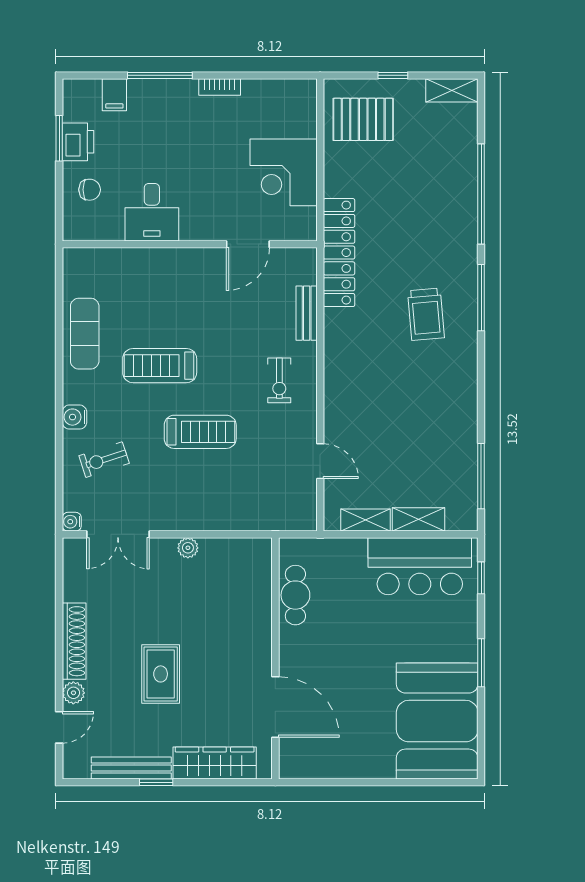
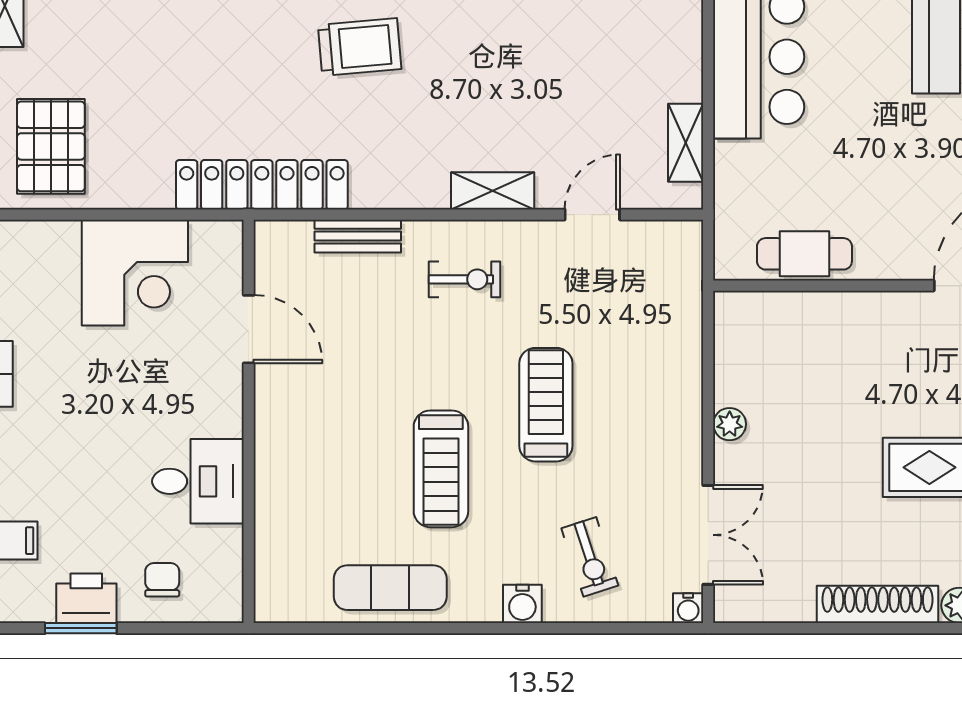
shelving: (418, 519) -> (493, 191), moved, turned 90

